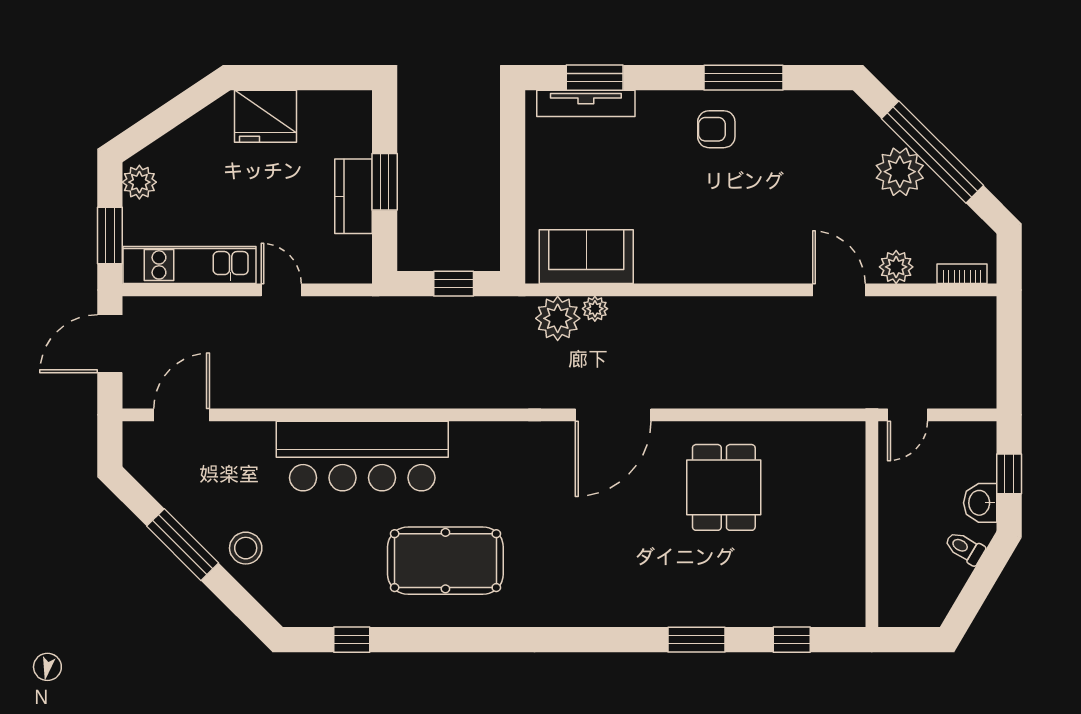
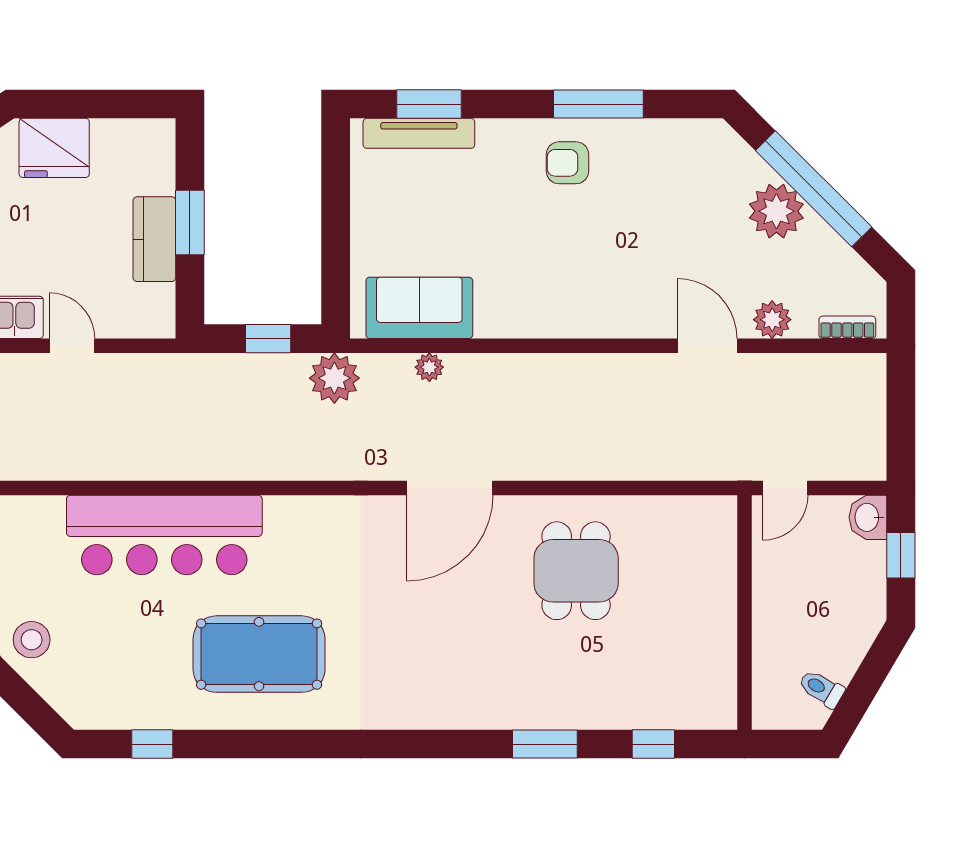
plant: (558, 318) -> (334, 378), moved
washbasin: (980, 503) -> (868, 517), moved
toilet: (965, 548) -> (821, 689), moved

